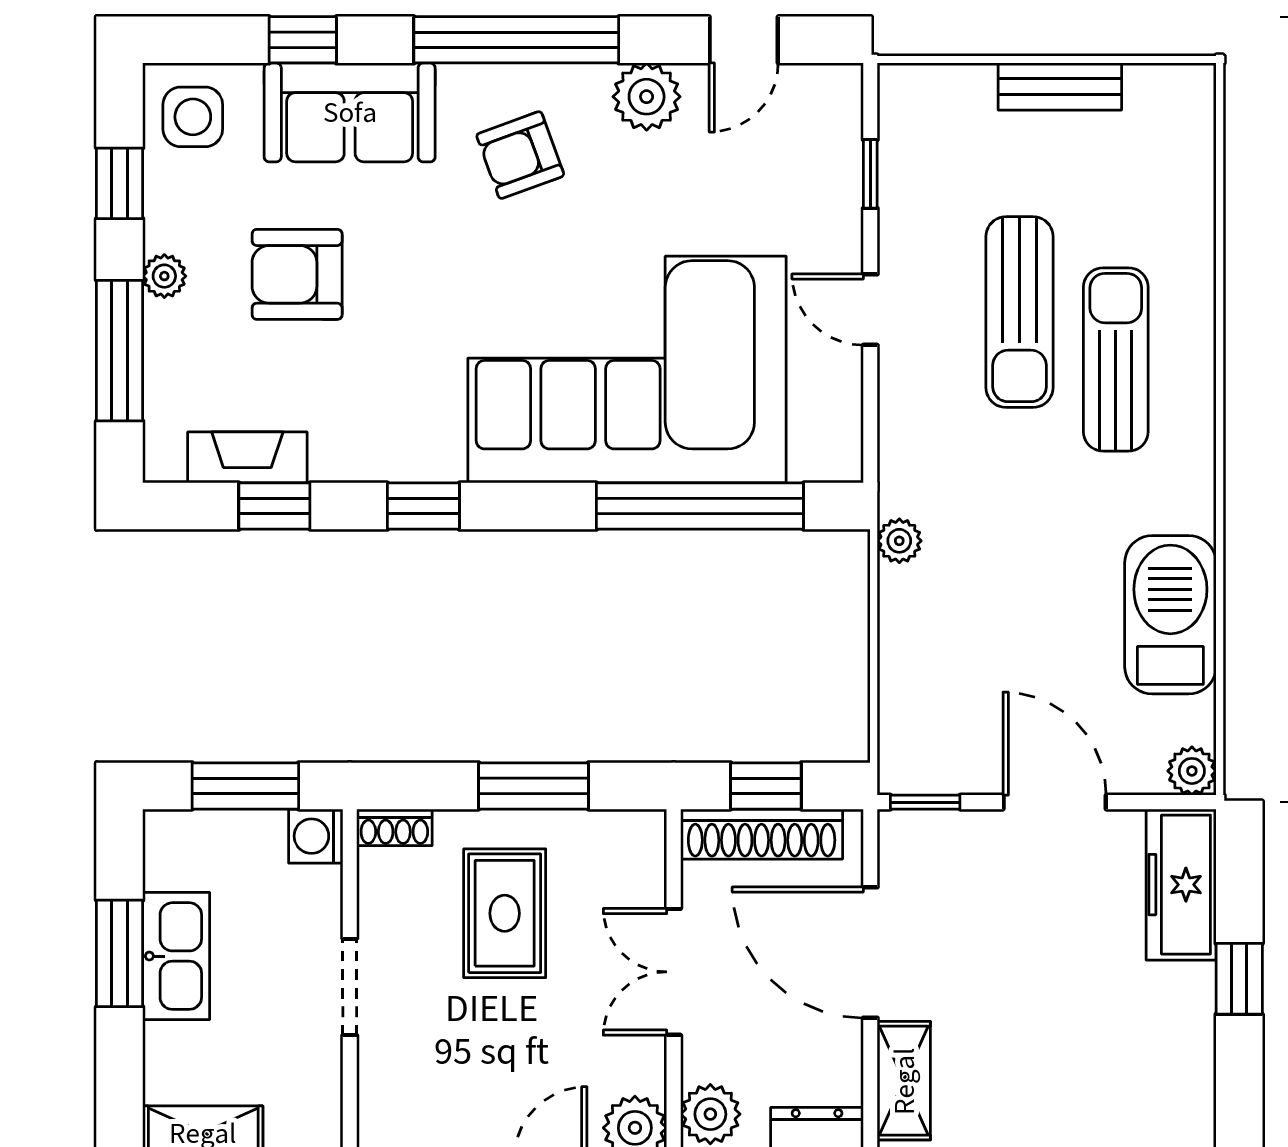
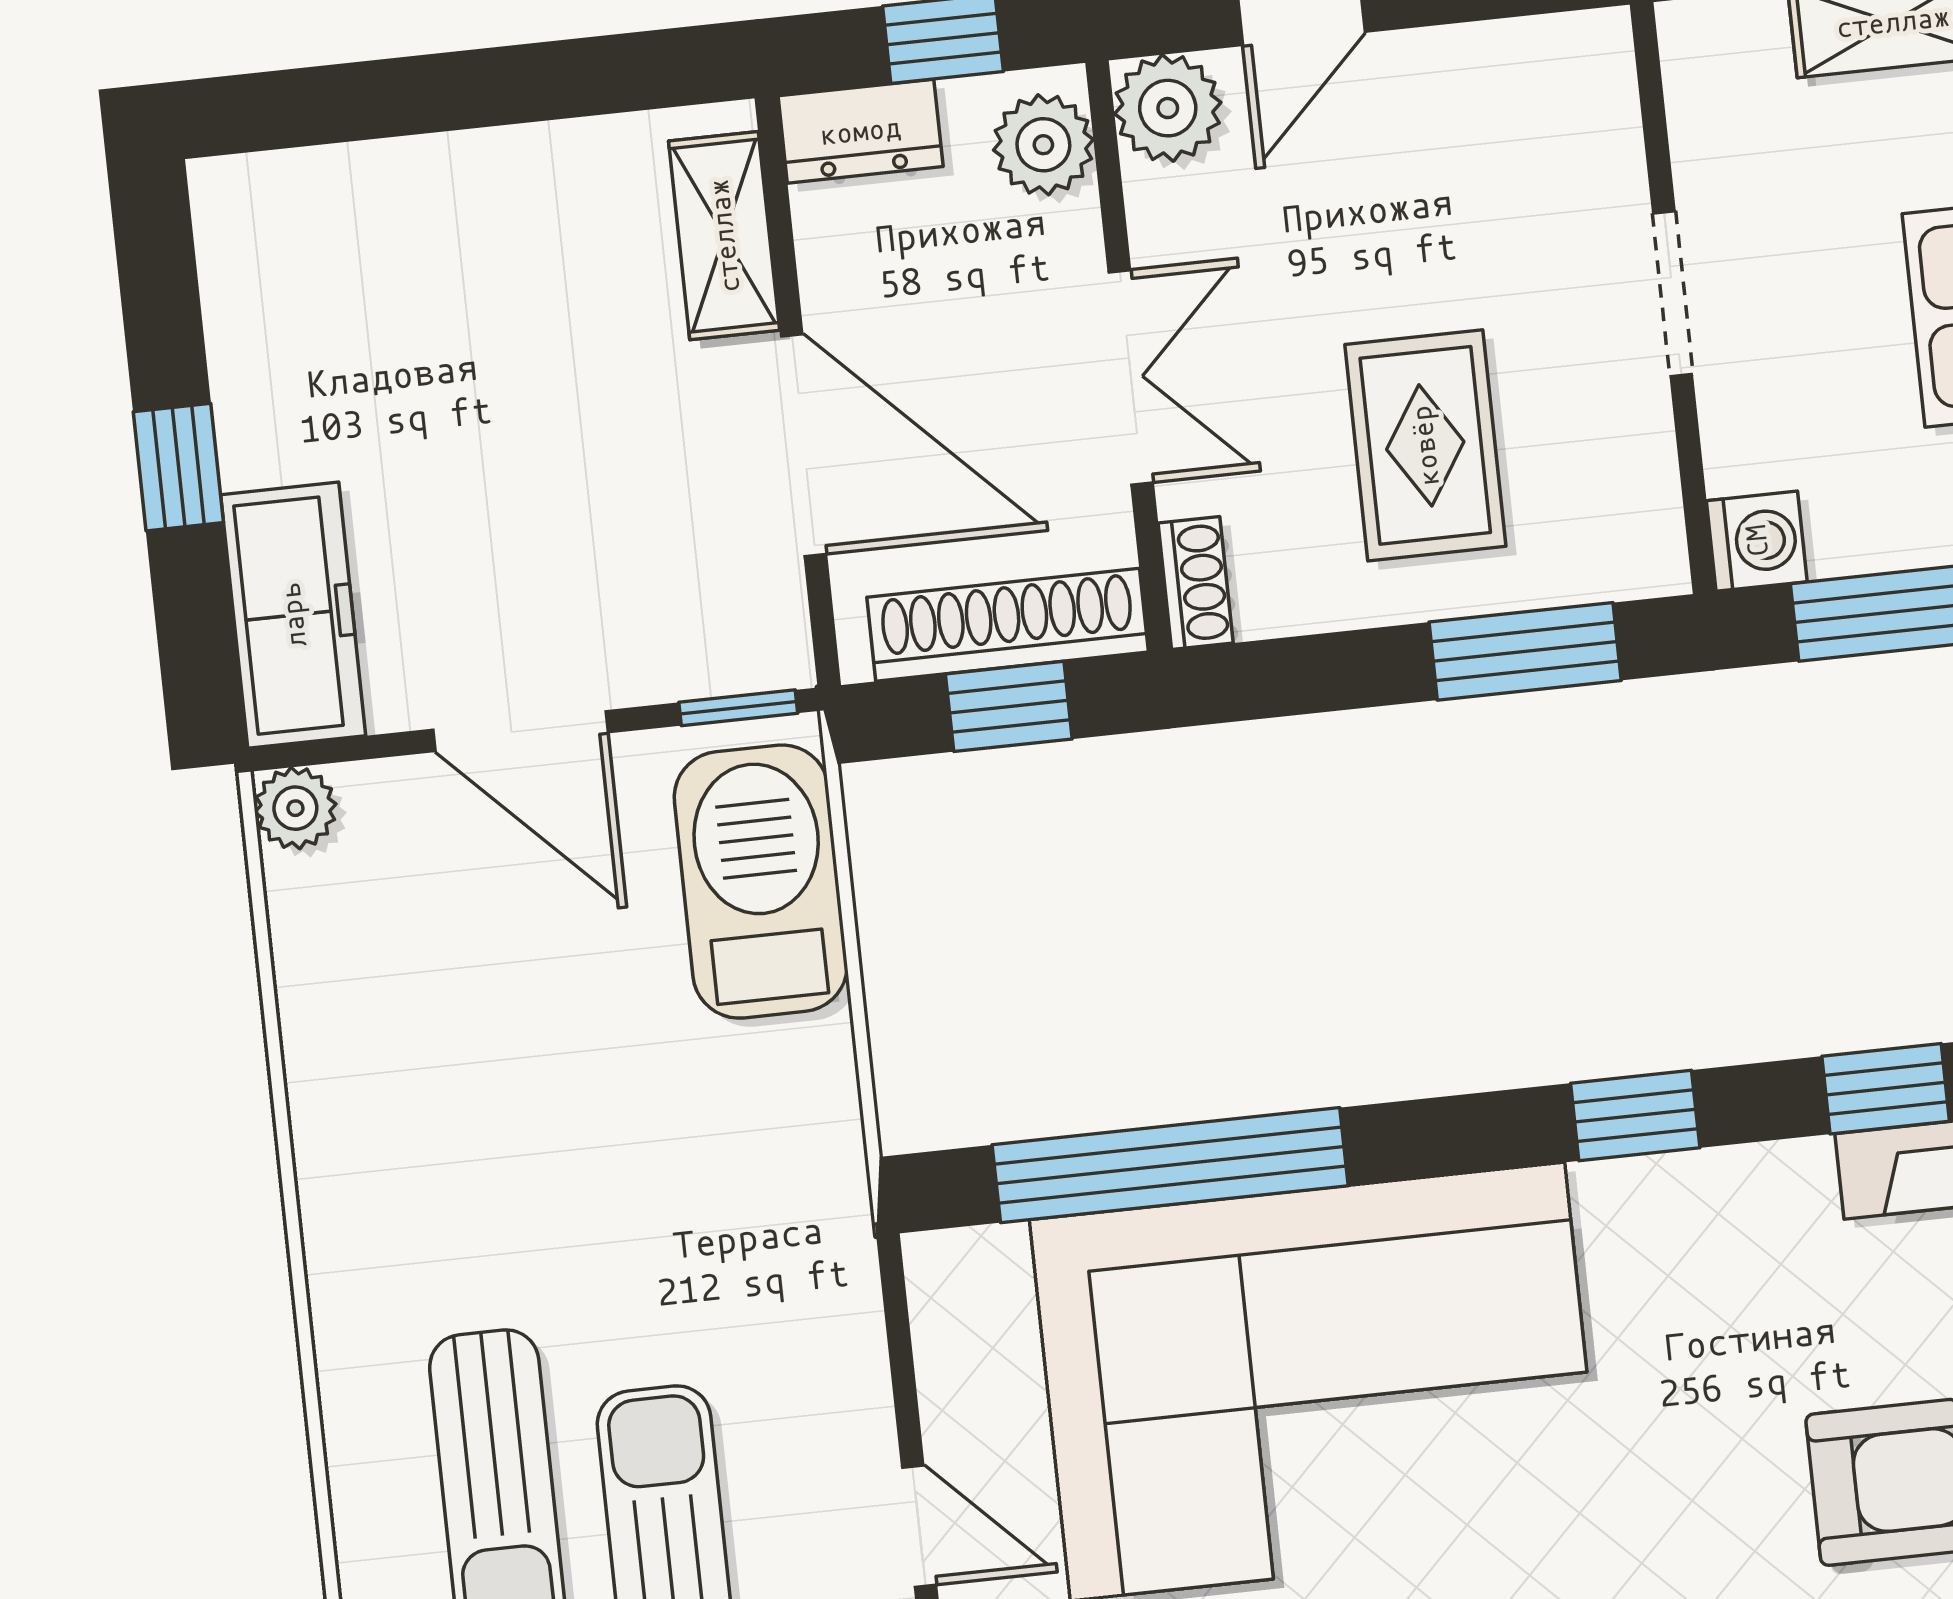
plant: (899, 541) -> (829, 1143), removed
barbecue: (1170, 615) -> (761, 882), moved, turned 180
window: (534, 786) -> (1525, 651), moved
shoe rack: (394, 827) -> (1196, 583), moved, turned 90

